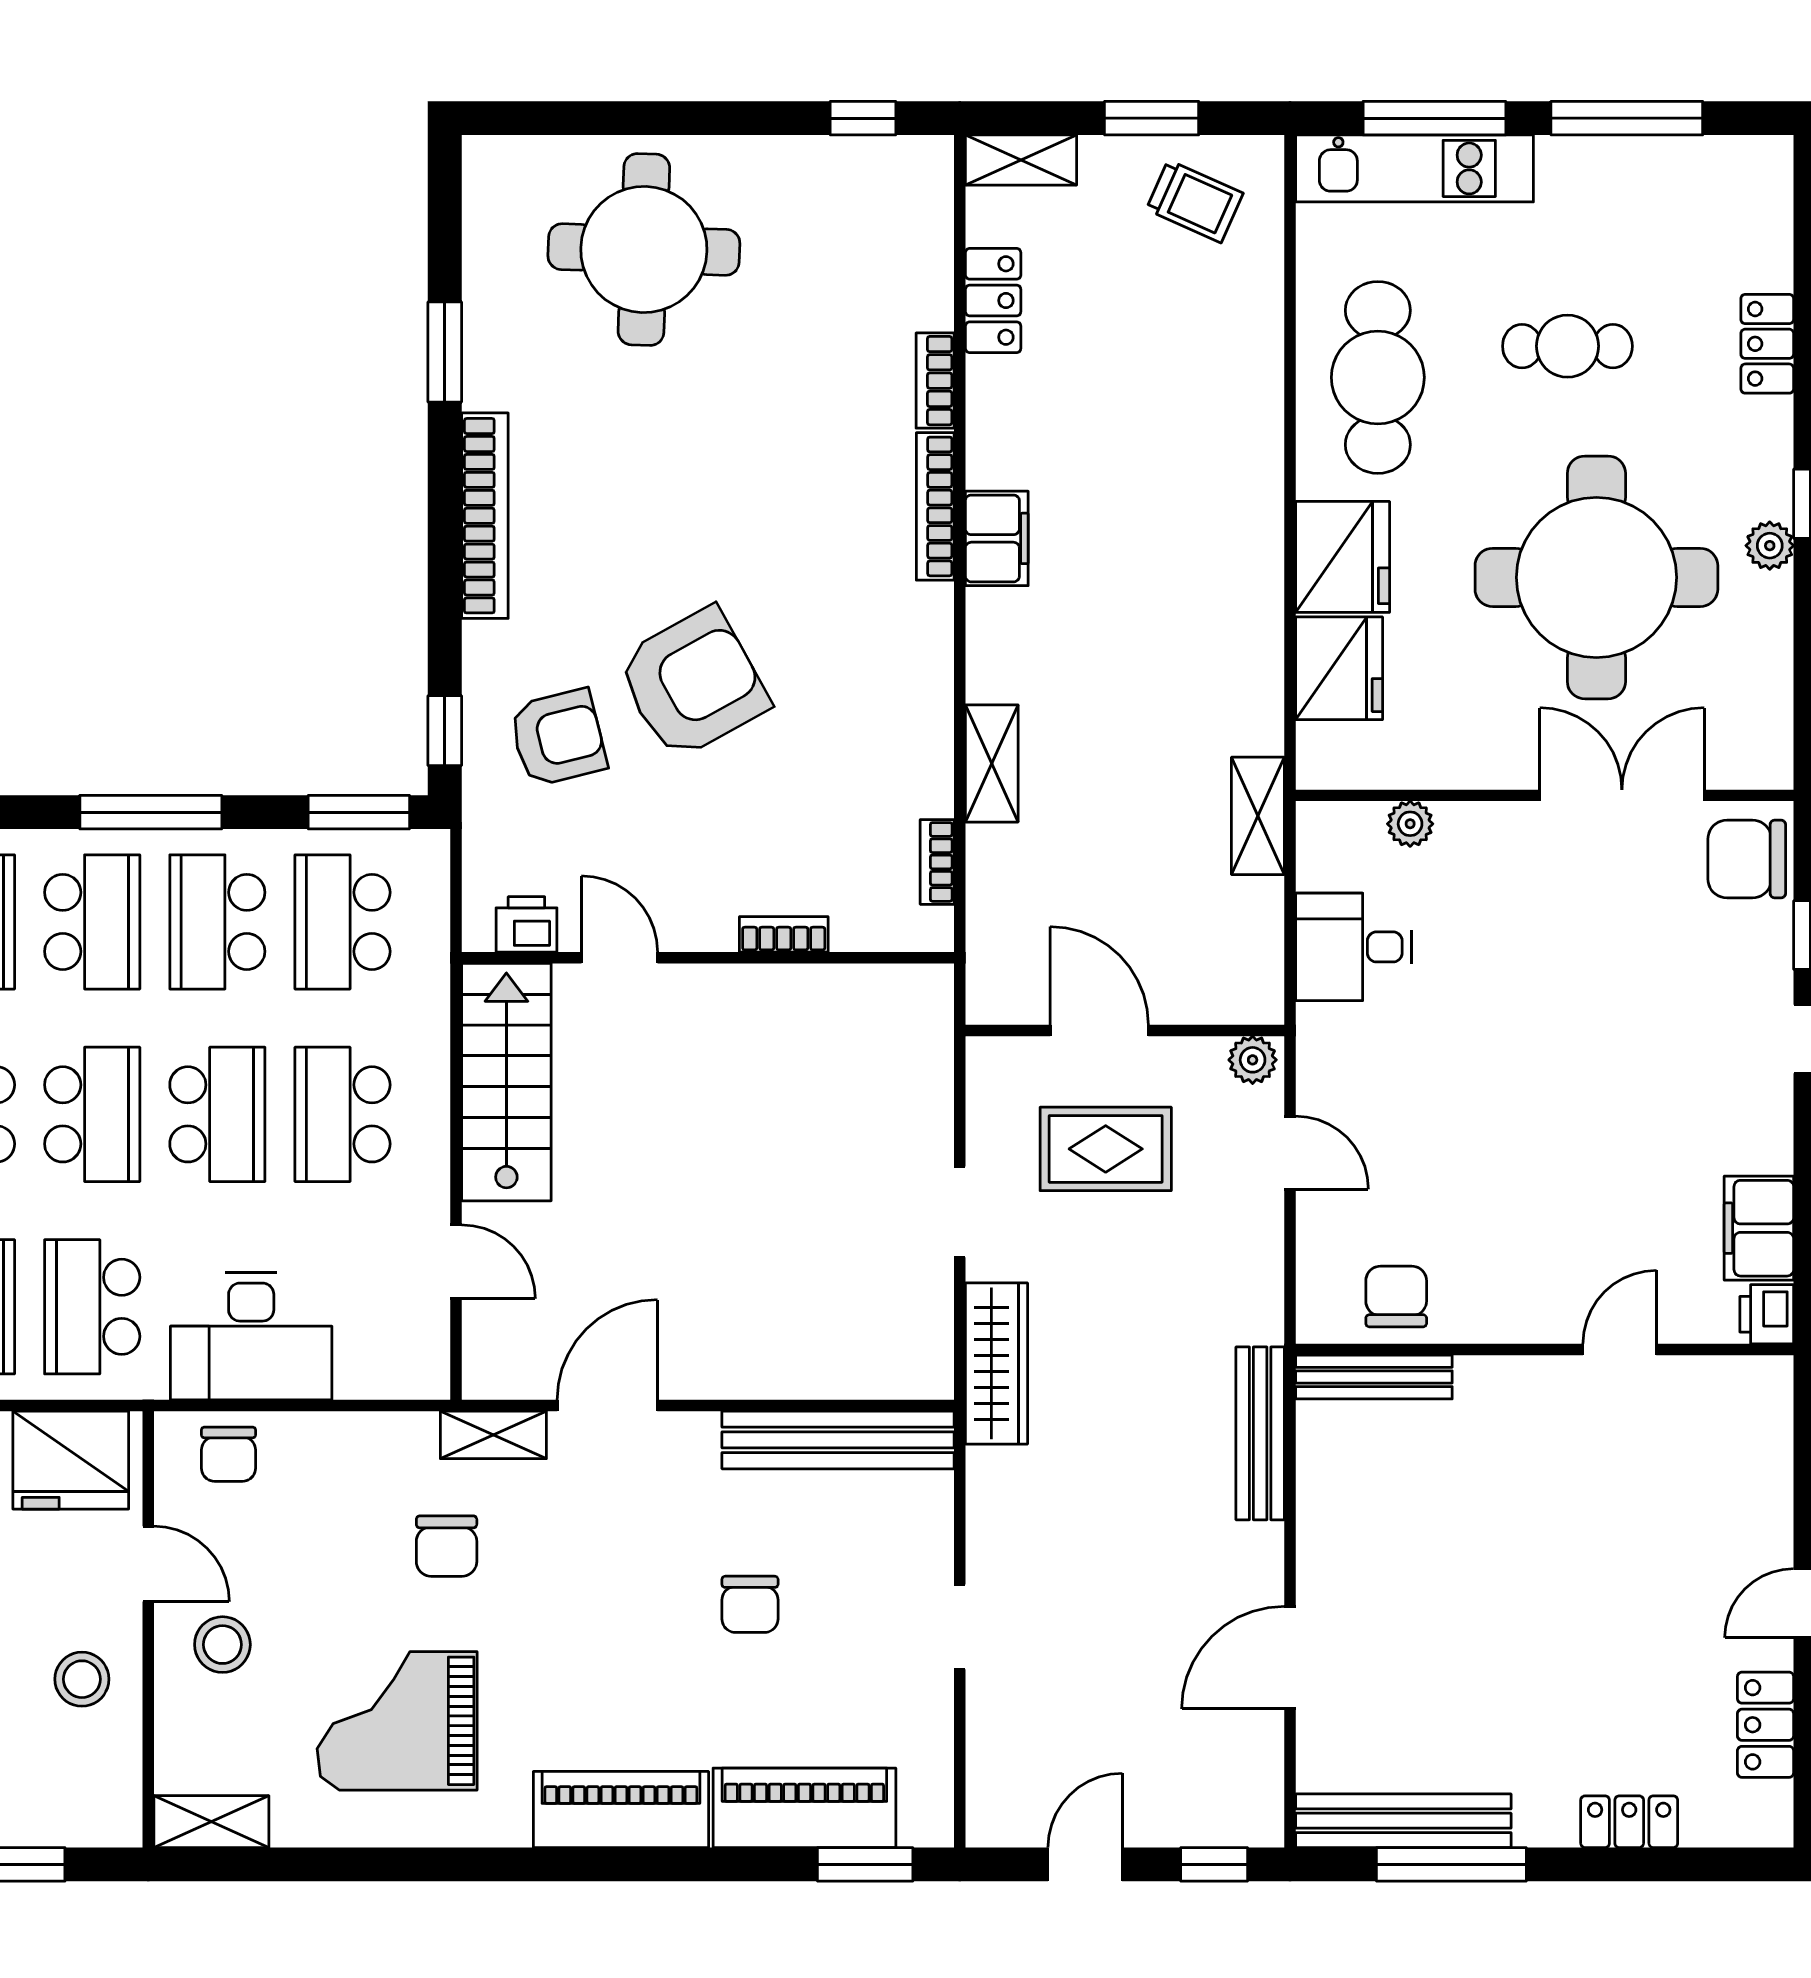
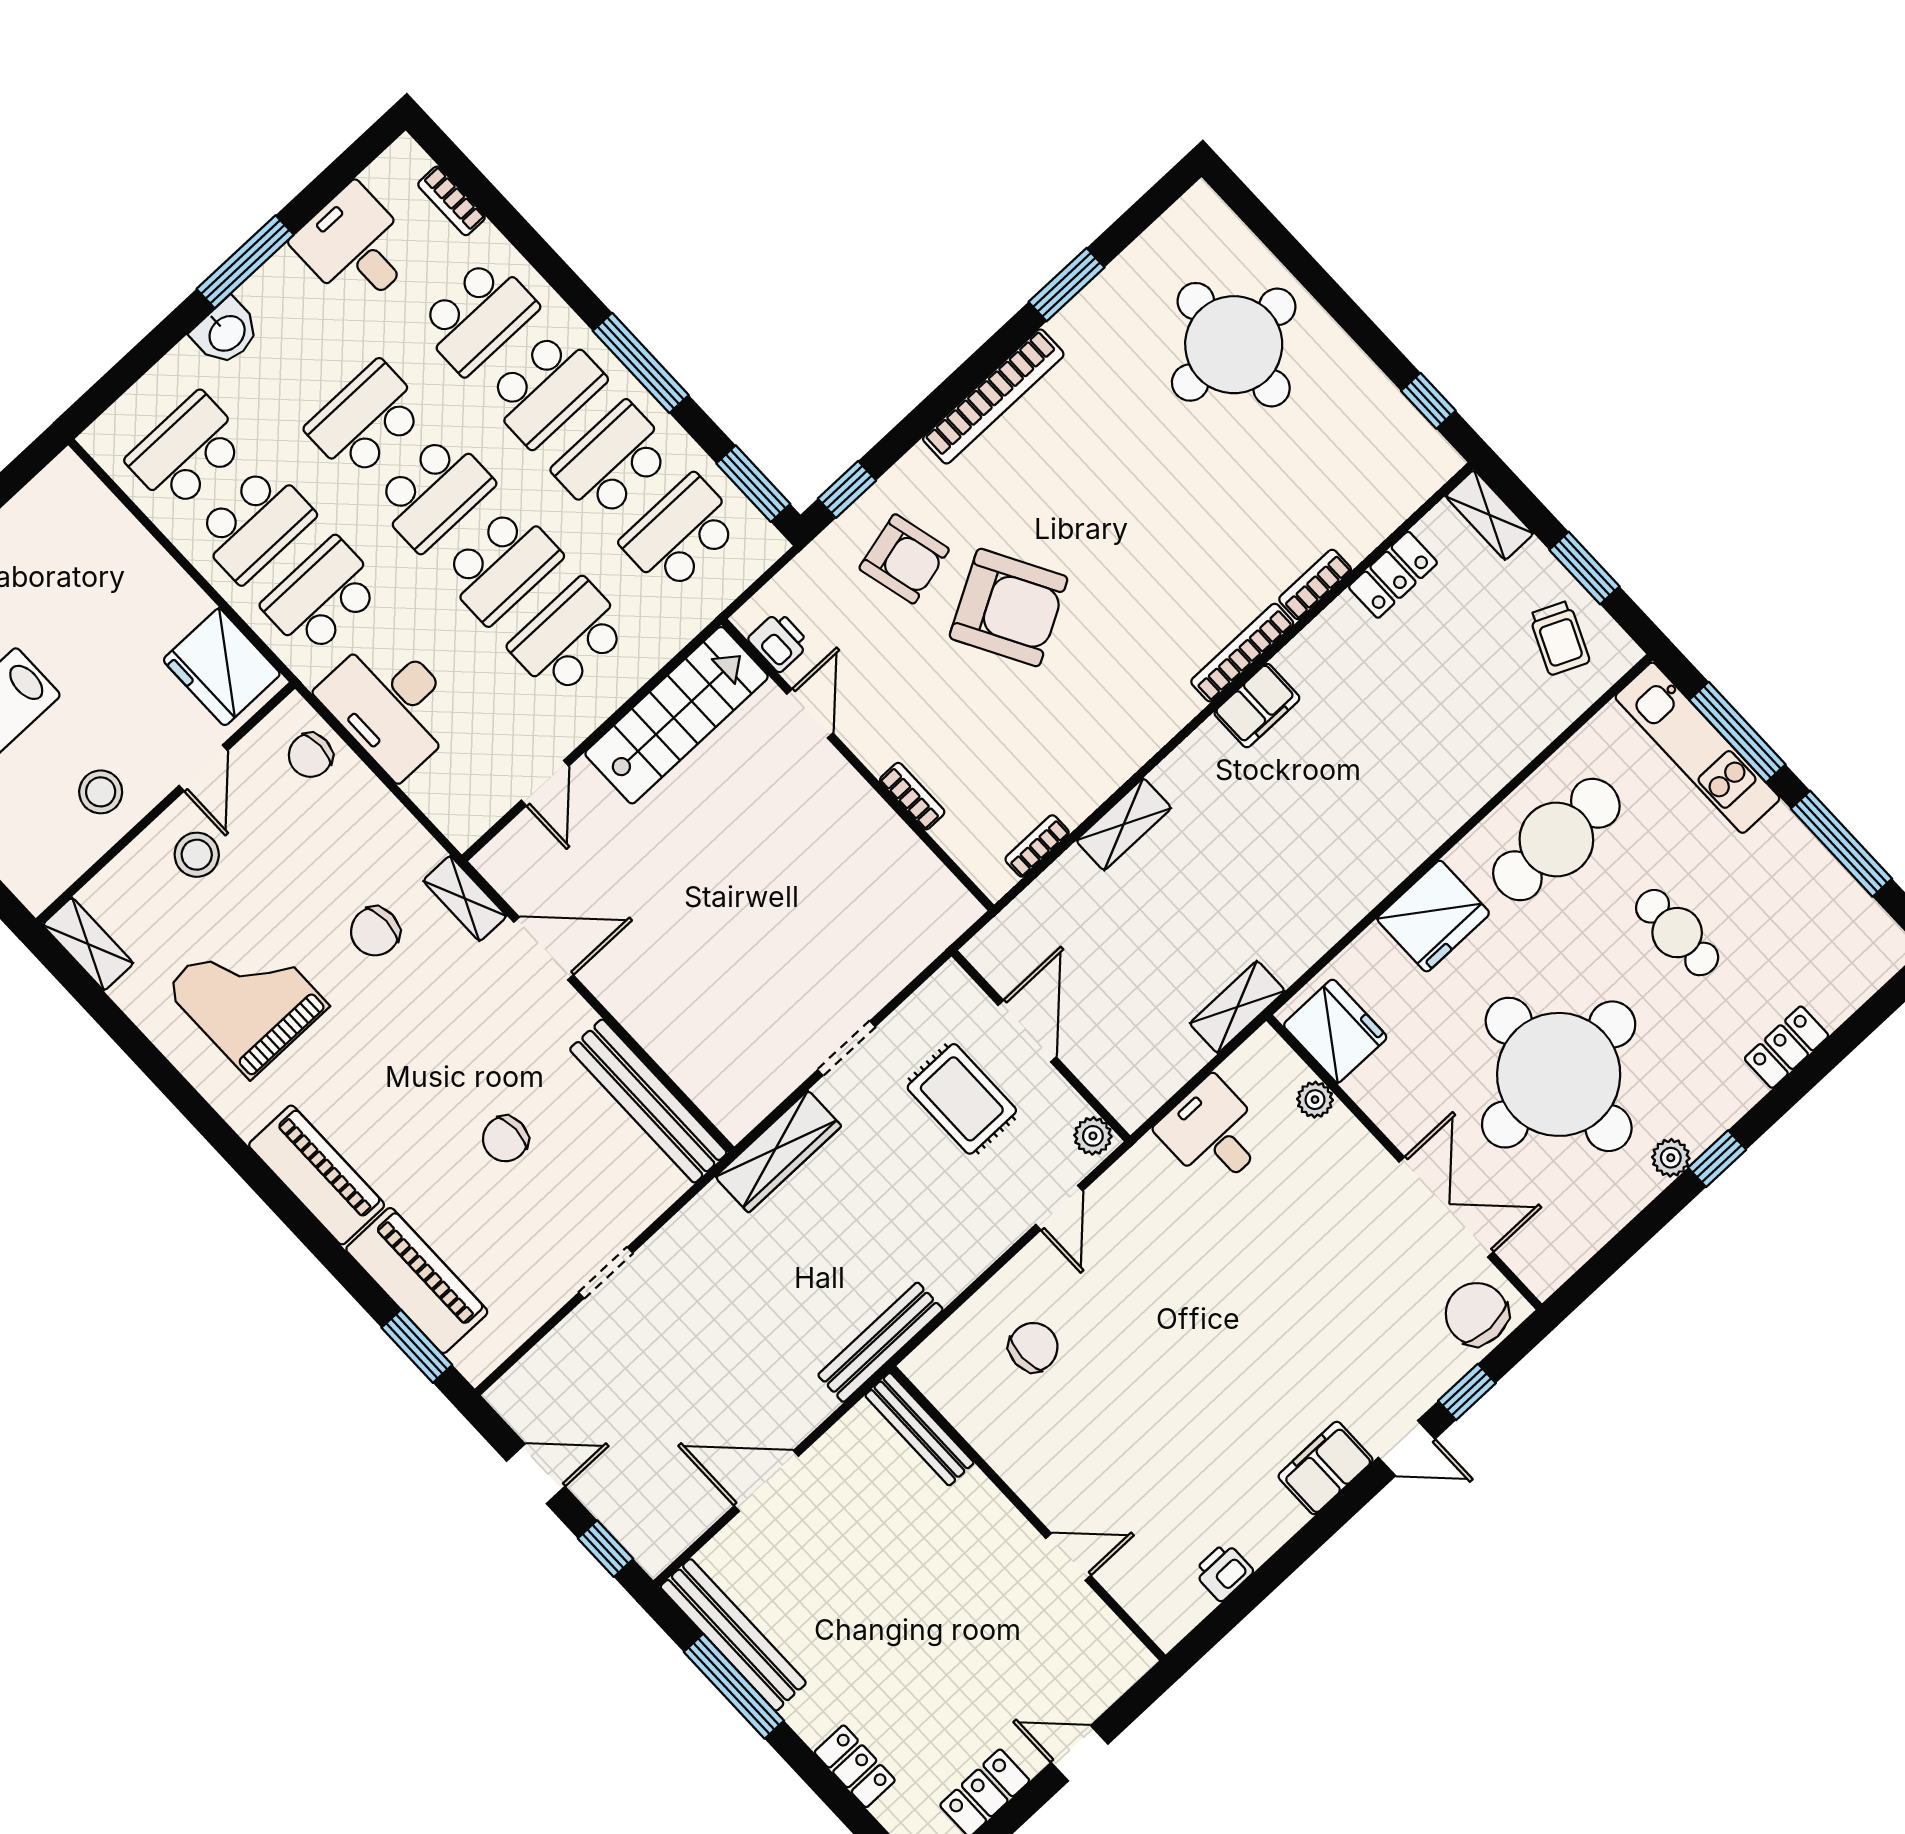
fridge: (1339, 668) -> (1335, 1031), moved, turned -90
filing cabinet: (1759, 1228) -> (1326, 1468), moved
wall: (1545, 1349) -> (1028, 1513), moved
door: (1620, 1349) -> (1068, 1557), moved
bench: (1374, 1377) -> (919, 1429), moved

